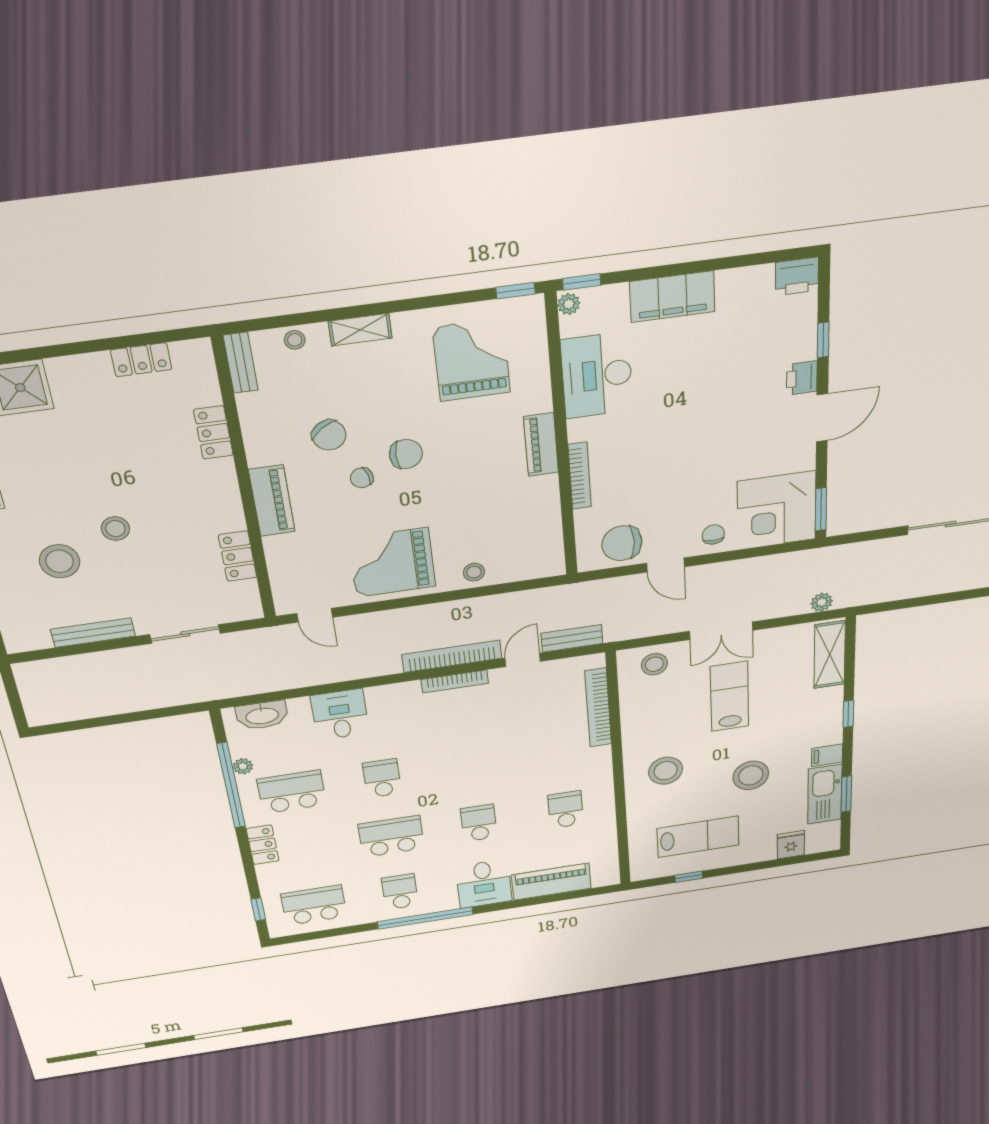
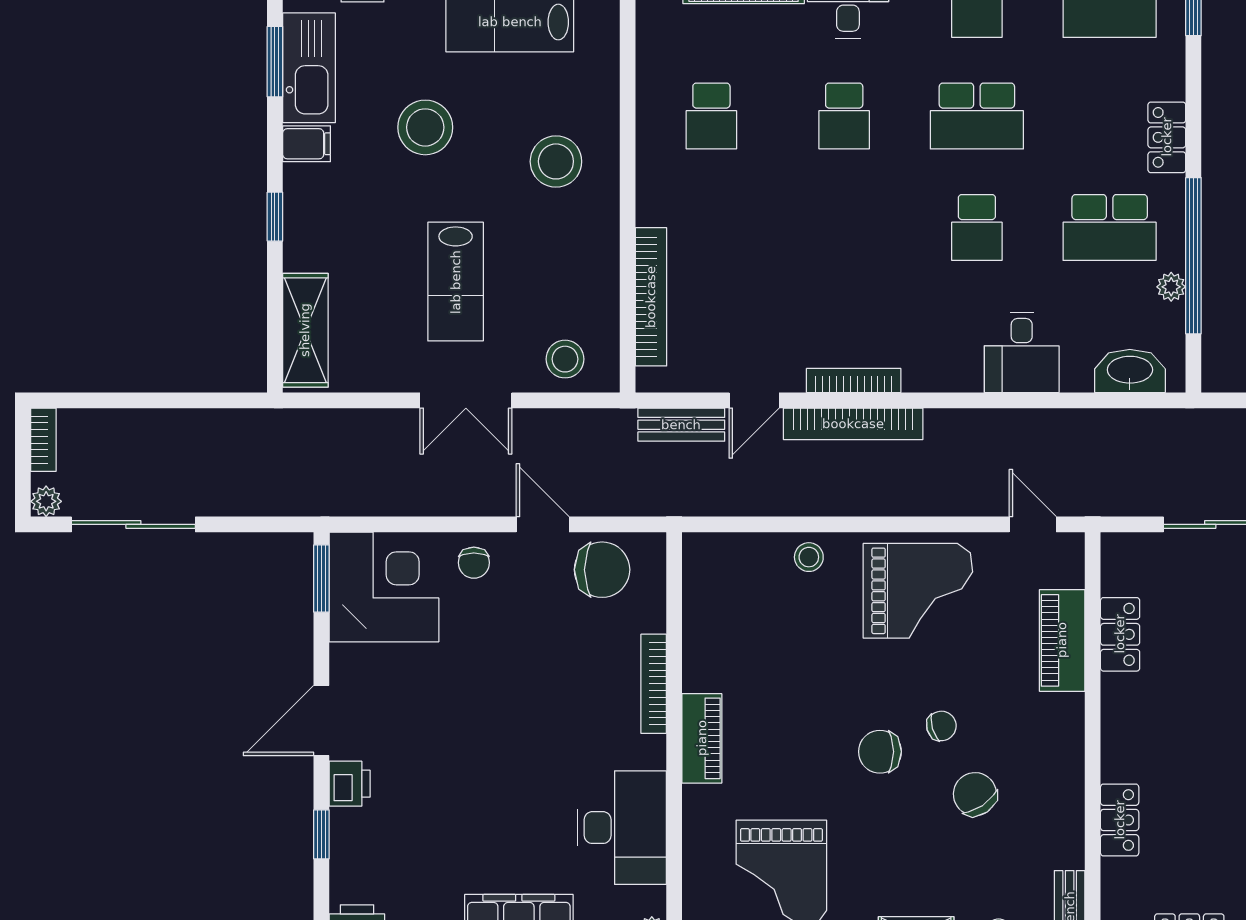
piano: (272, 501) -> (1062, 640), moved
plant: (822, 602) -> (318, 424), removed
double door: (721, 631) -> (466, 400), swing flipped

